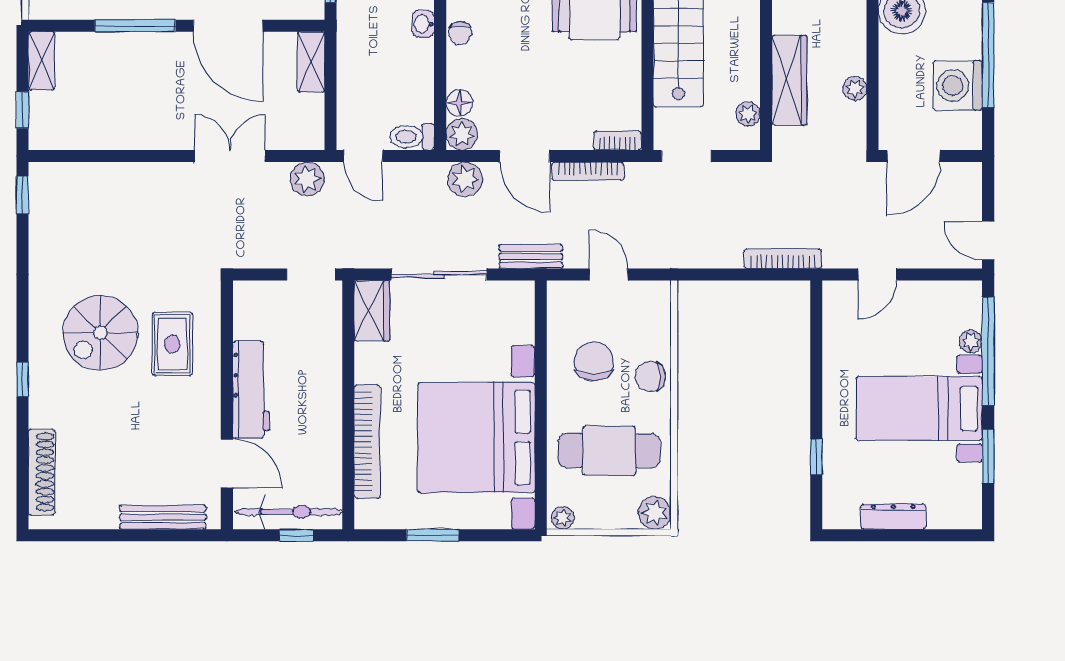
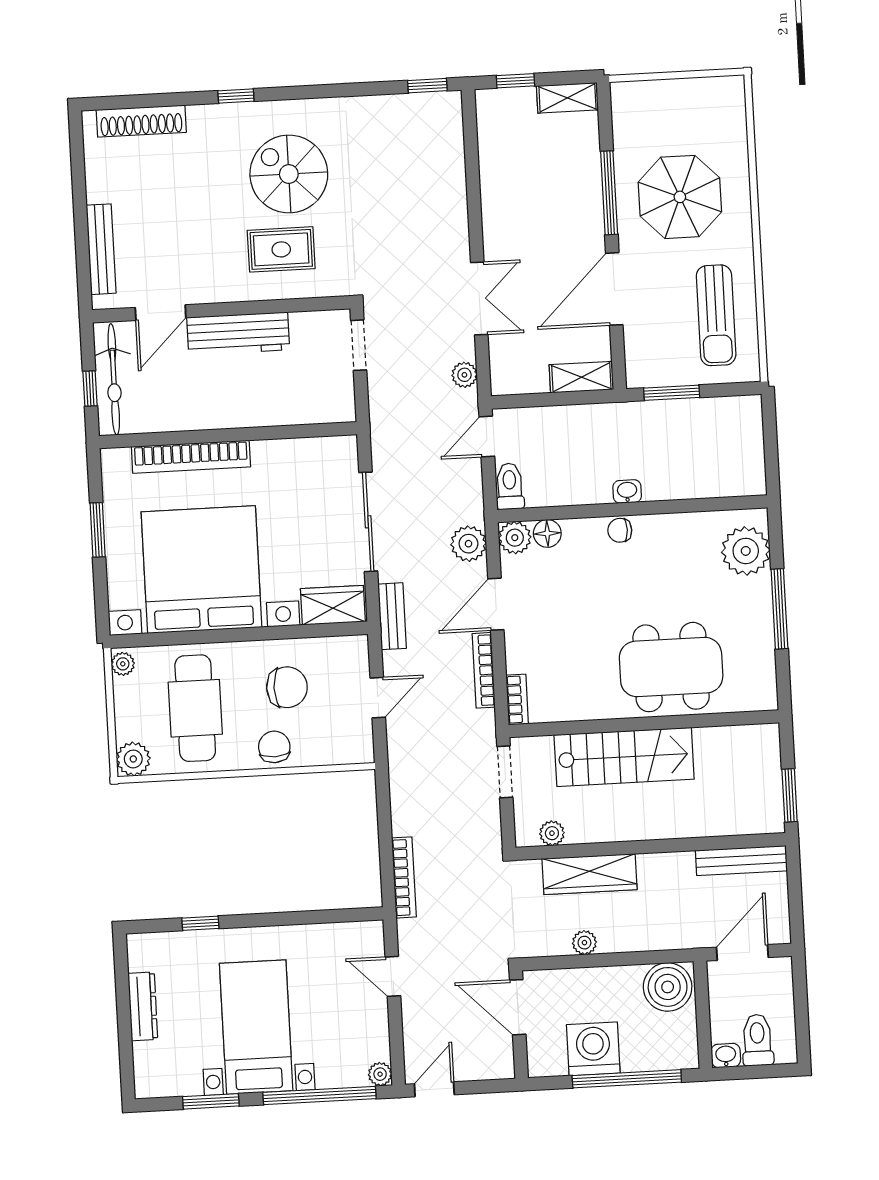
plant: (307, 179) -> (464, 375), width x0.73, depth x0.73
doorway: (311, 275) -> (359, 345), moved
wardrobe: (372, 311) -> (333, 605), moved, turned 180
plant: (971, 341) -> (380, 1074), moved

